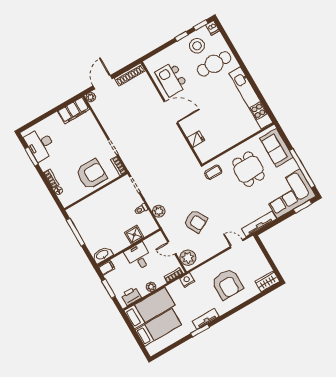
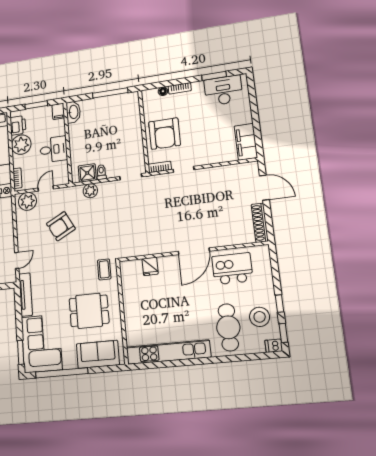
plant: (91, 97) -> (253, 167), removed
shower: (134, 235) -> (87, 173), moved
plant: (151, 287) -> (21, 145), width x1.88, depth x1.88

